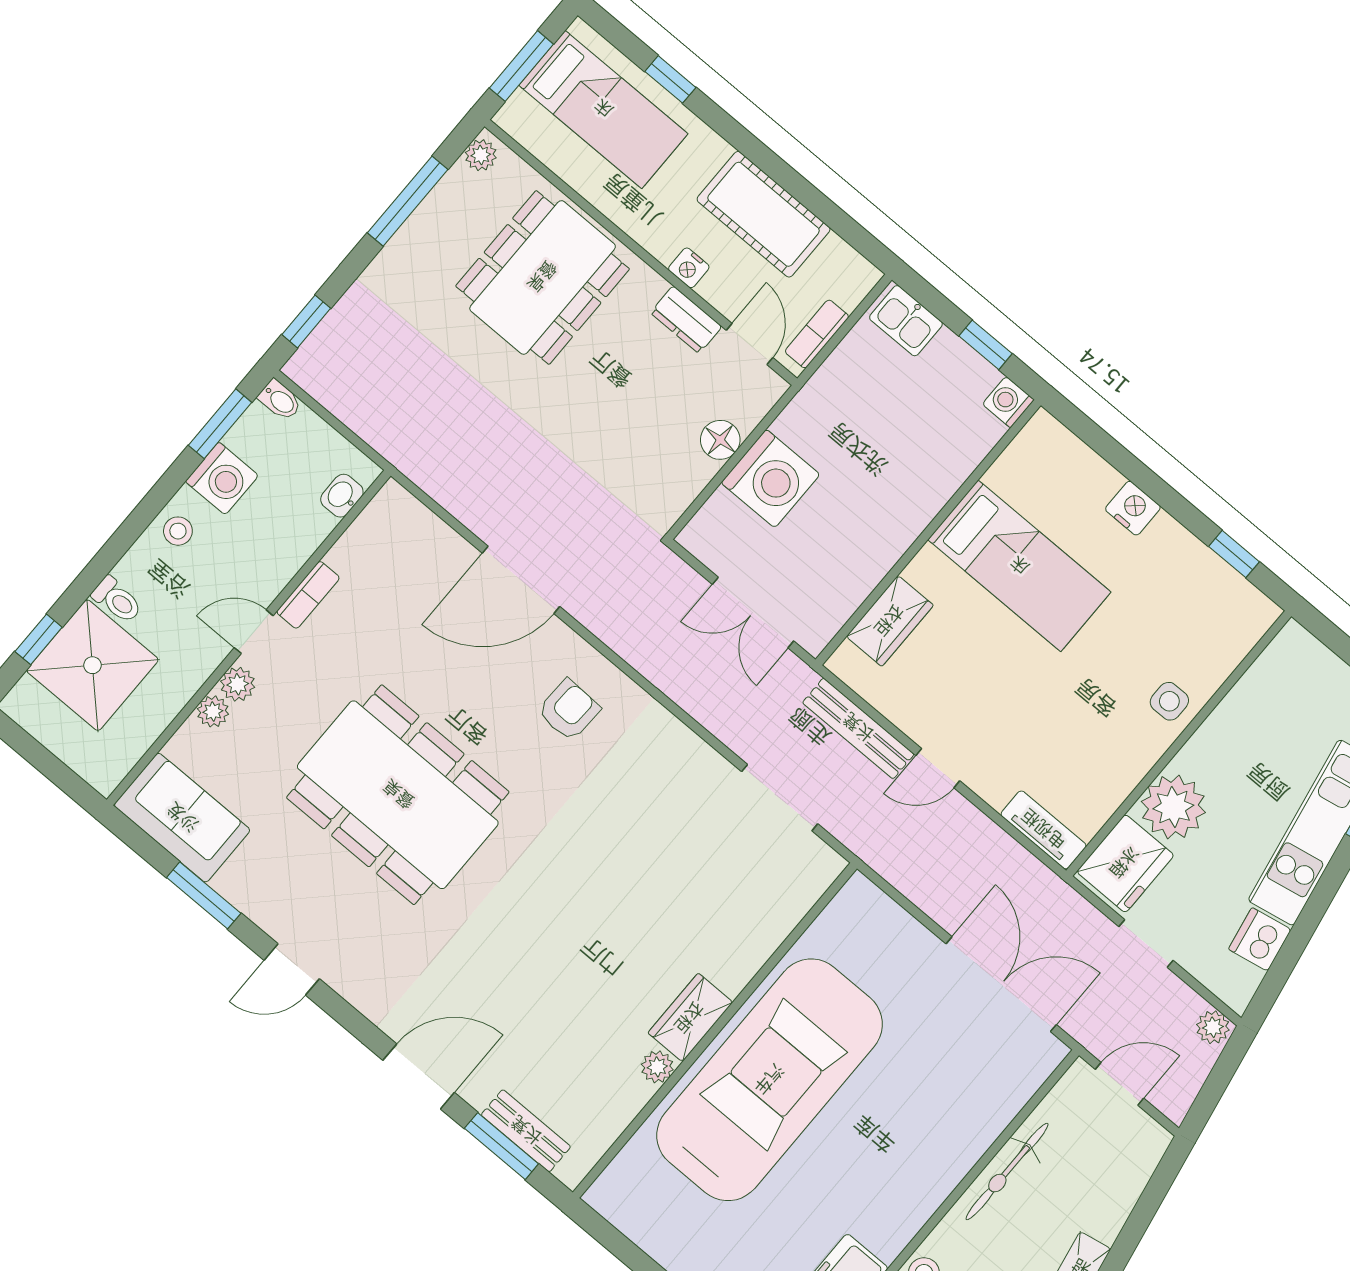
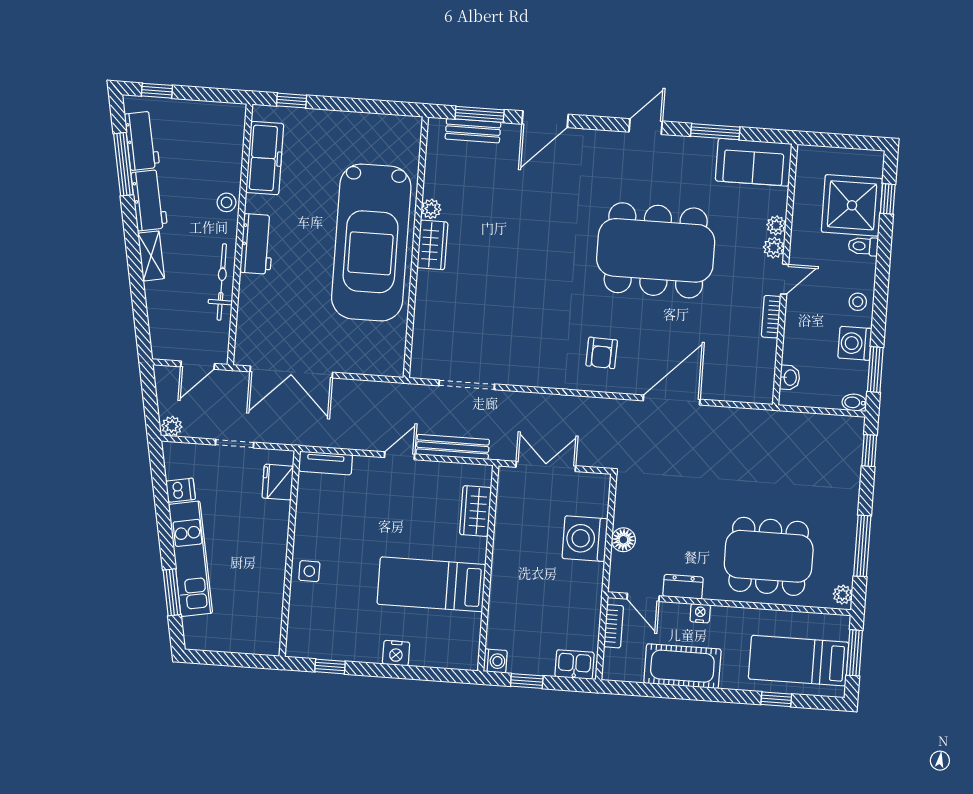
dining table: (543, 277) -> (769, 556), turned 90
plant: (1173, 807) -> (270, 520), removed
fridge: (1125, 863) -> (278, 482), width x0.73, depth x0.75
dishwasher: (1260, 939) -> (181, 490), width x0.73
workbench: (923, 1188) -> (257, 244), added

